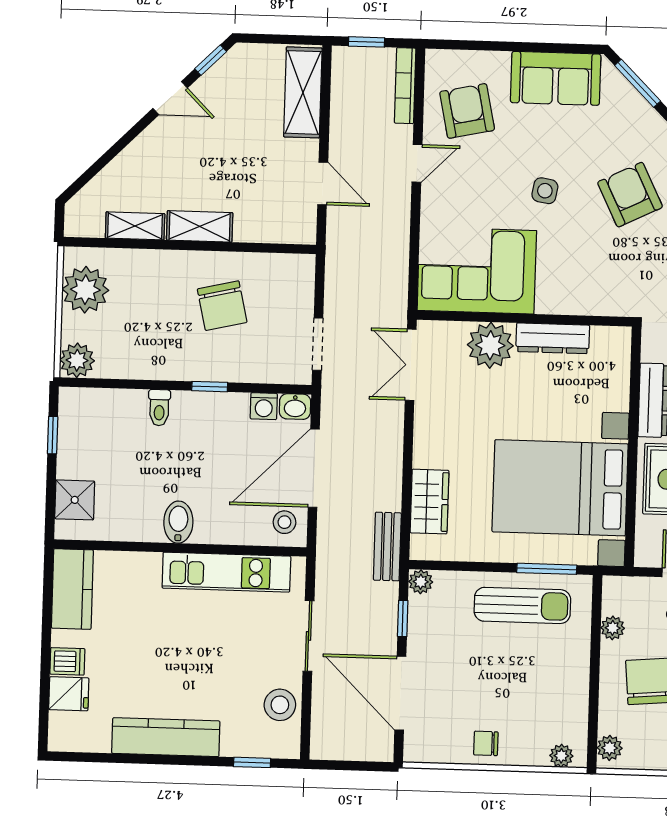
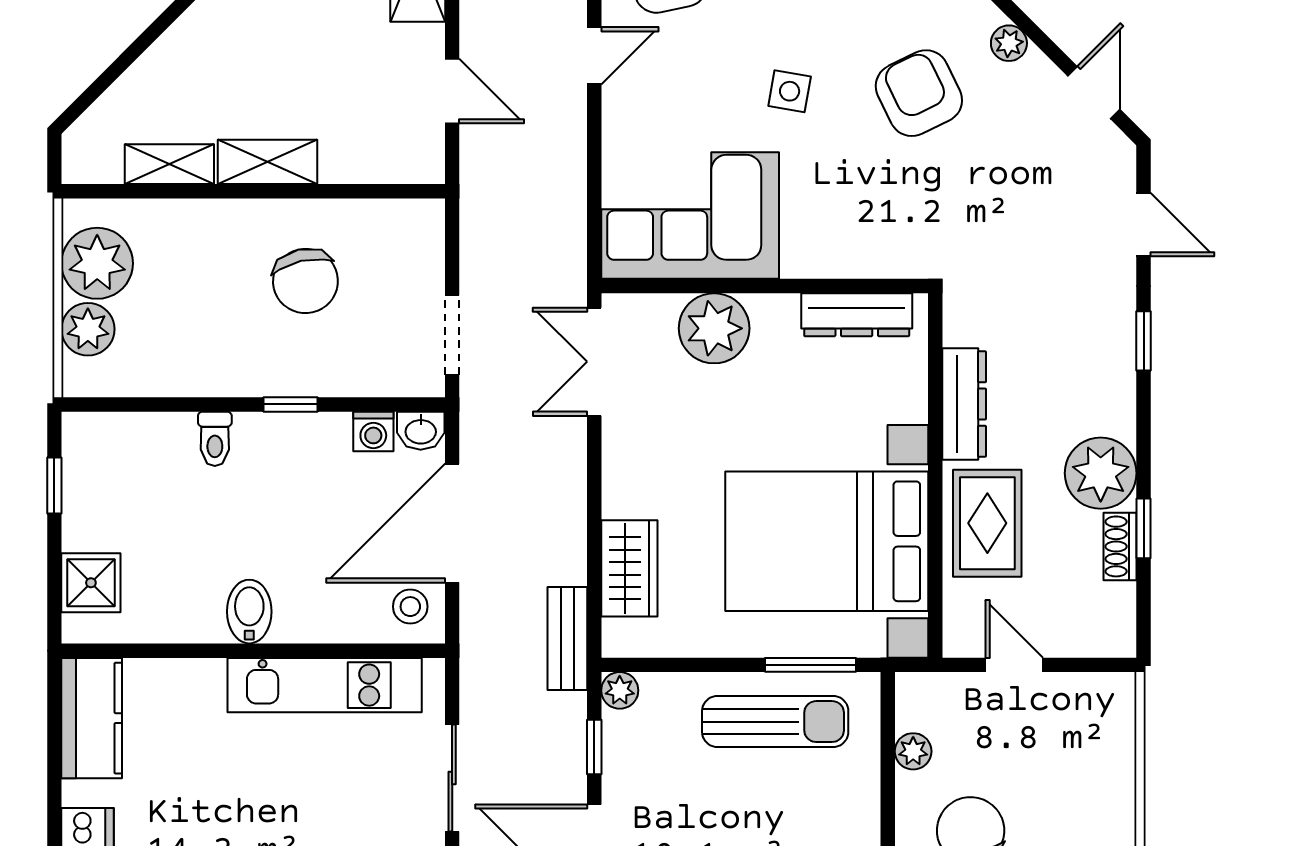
dresser: (553, 338) -> (857, 315), moved
plant: (77, 360) -> (88, 329), moved

